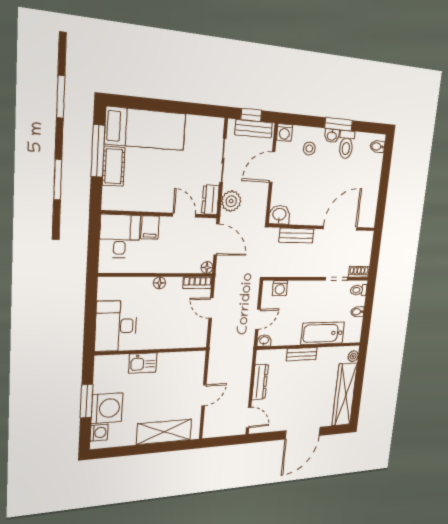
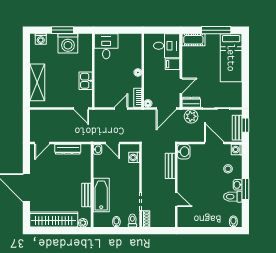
cot: (114, 166) -> (193, 40), moved
door: (340, 228) -> (176, 199), width x0.53
desk: (116, 326) -> (106, 46), width x0.73
bench: (302, 354) -> (86, 195), moved
kitchen sink: (143, 363) -> (86, 81), moved
door: (204, 395) -> (81, 108), moved
washing machine: (107, 408) -> (68, 43), moved

